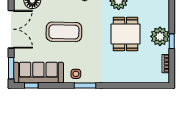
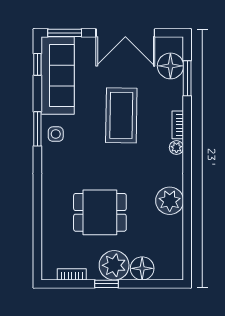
floor lamp: (162, 19) -> (142, 268), added
dining table: (126, 34) -> (100, 212), moved
window: (85, 86) -> (37, 129), moved

